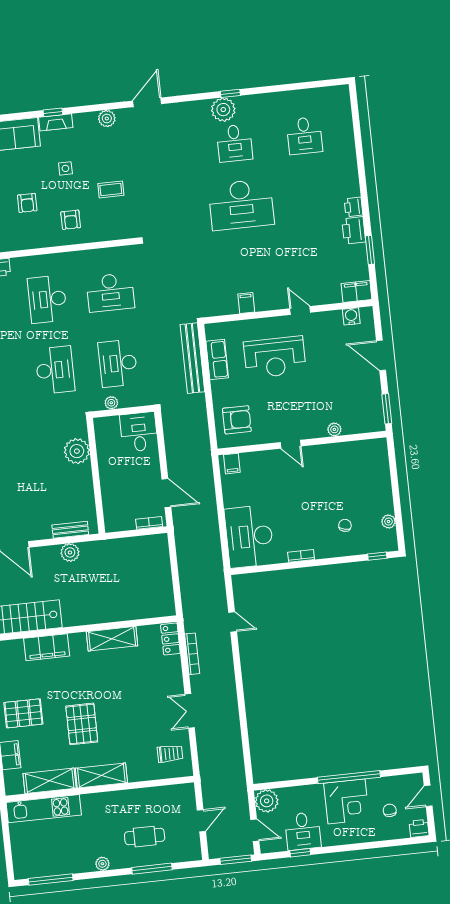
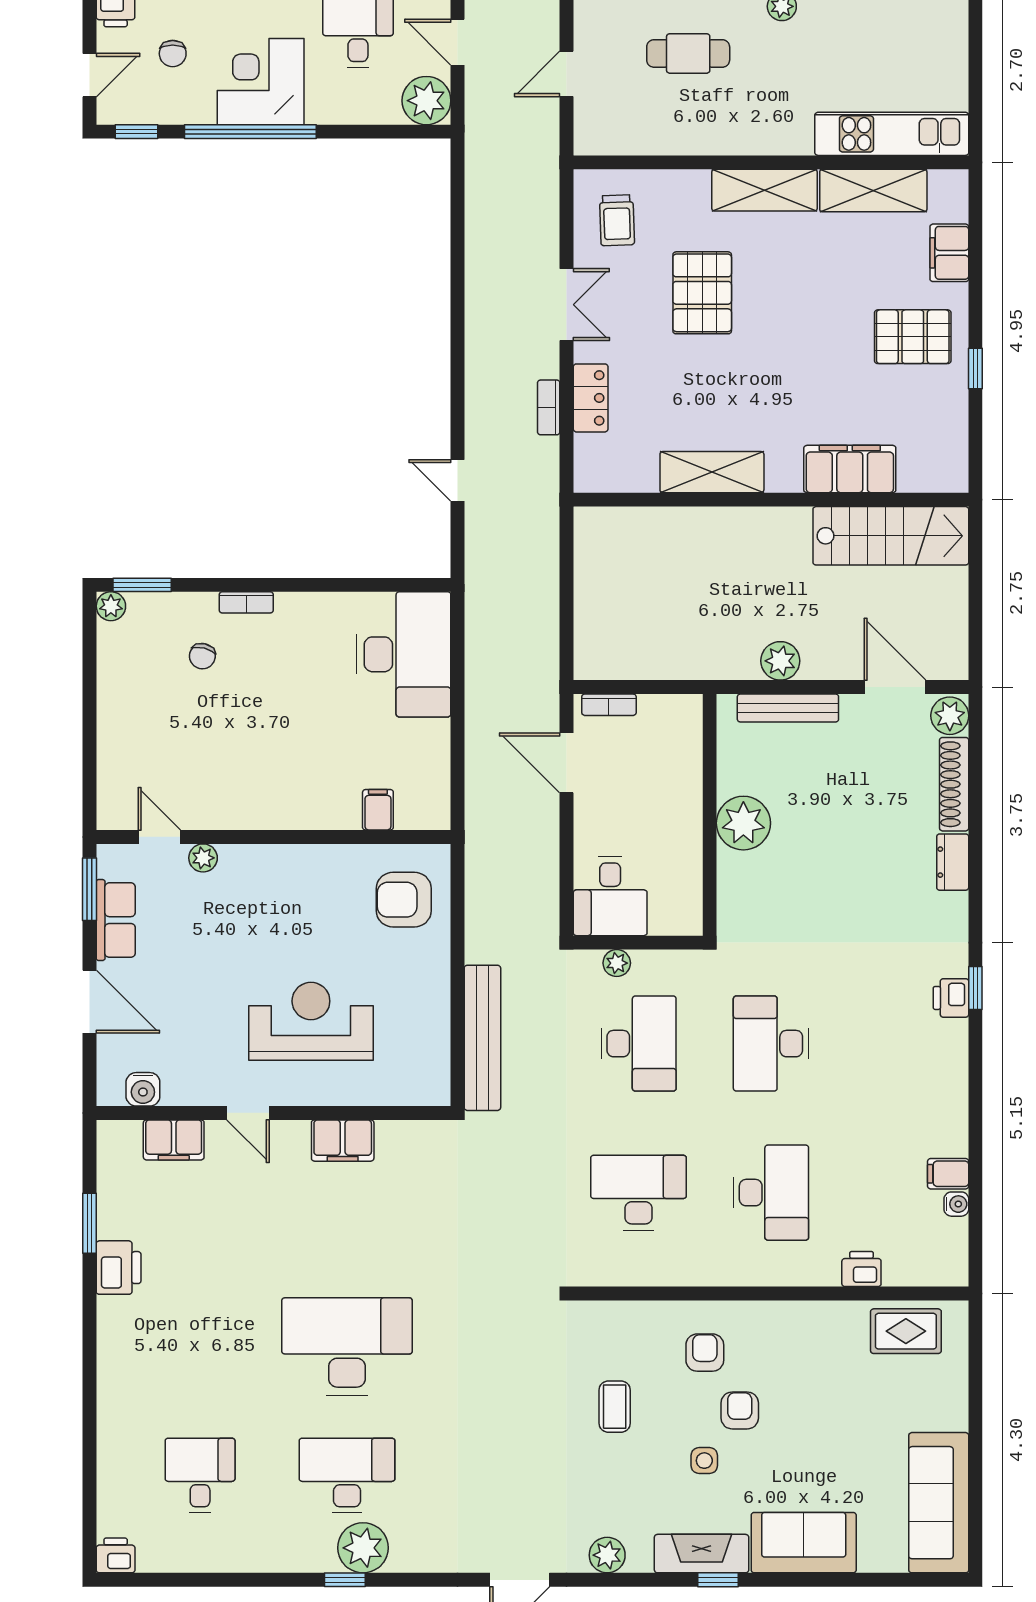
fireplace: (56, 122) -> (702, 1554), width x1.37, depth x1.32
desk: (235, 143) -> (347, 1476), width x1.37
coffee table: (111, 189) -> (615, 1407), turned 90
armchair: (27, 203) -> (740, 1410), moved
printer: (353, 207) -> (116, 1555), moved, turned -90
filing cabinet: (356, 291) -> (174, 1140), moved
filing cabinet: (246, 303) -> (343, 1141), width x2.00
row of seats: (217, 360) -> (116, 920), moved, turned 180
plant: (111, 403) -> (617, 963), moved
door: (291, 444) -> (159, 837), moved
plant: (77, 451) -> (743, 823), moved
filing cabinet: (232, 464) -> (378, 810), moved
plant: (389, 522) -> (111, 606), moved
bench: (70, 530) -> (788, 708), width x1.36
bookcase: (301, 556) -> (246, 602), moved
window: (377, 556) -> (142, 585), width x1.50
locker: (170, 639) -> (591, 398), moved
bookcase: (192, 654) -> (549, 407), width x0.64
pallet: (82, 724) -> (702, 293), moved
trolley: (170, 754) -> (617, 220), turned -92
window: (403, 771) -> (137, 132), added

